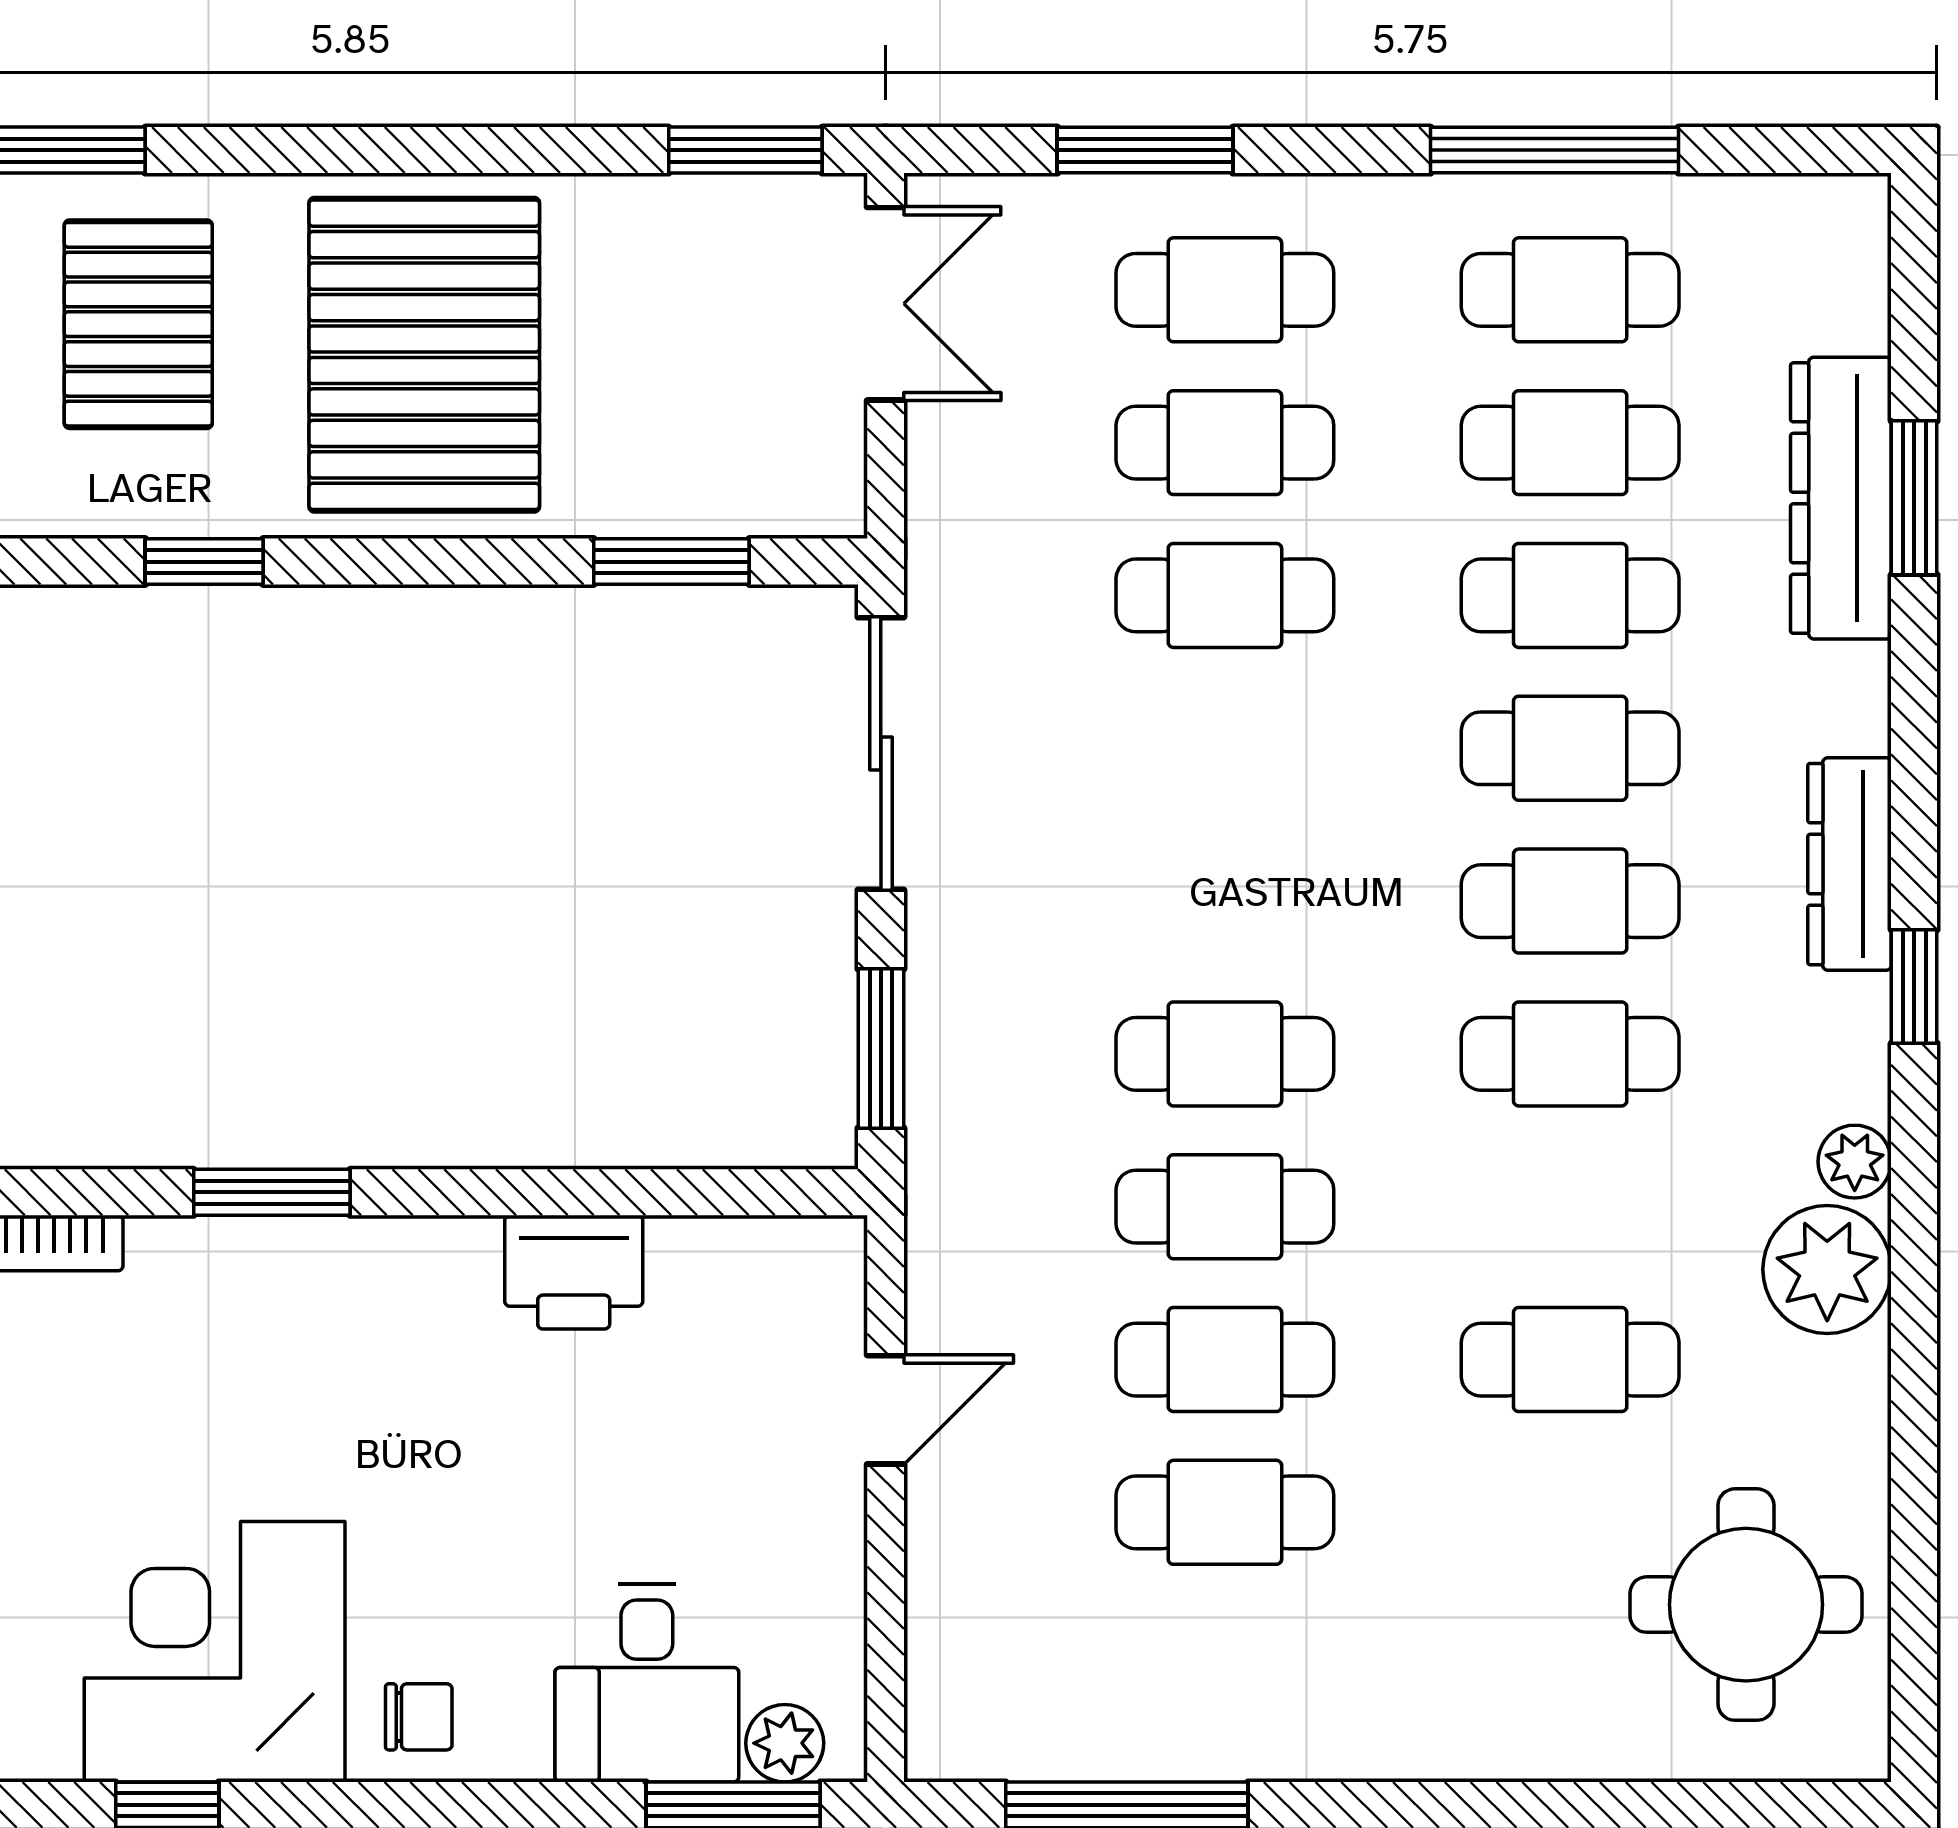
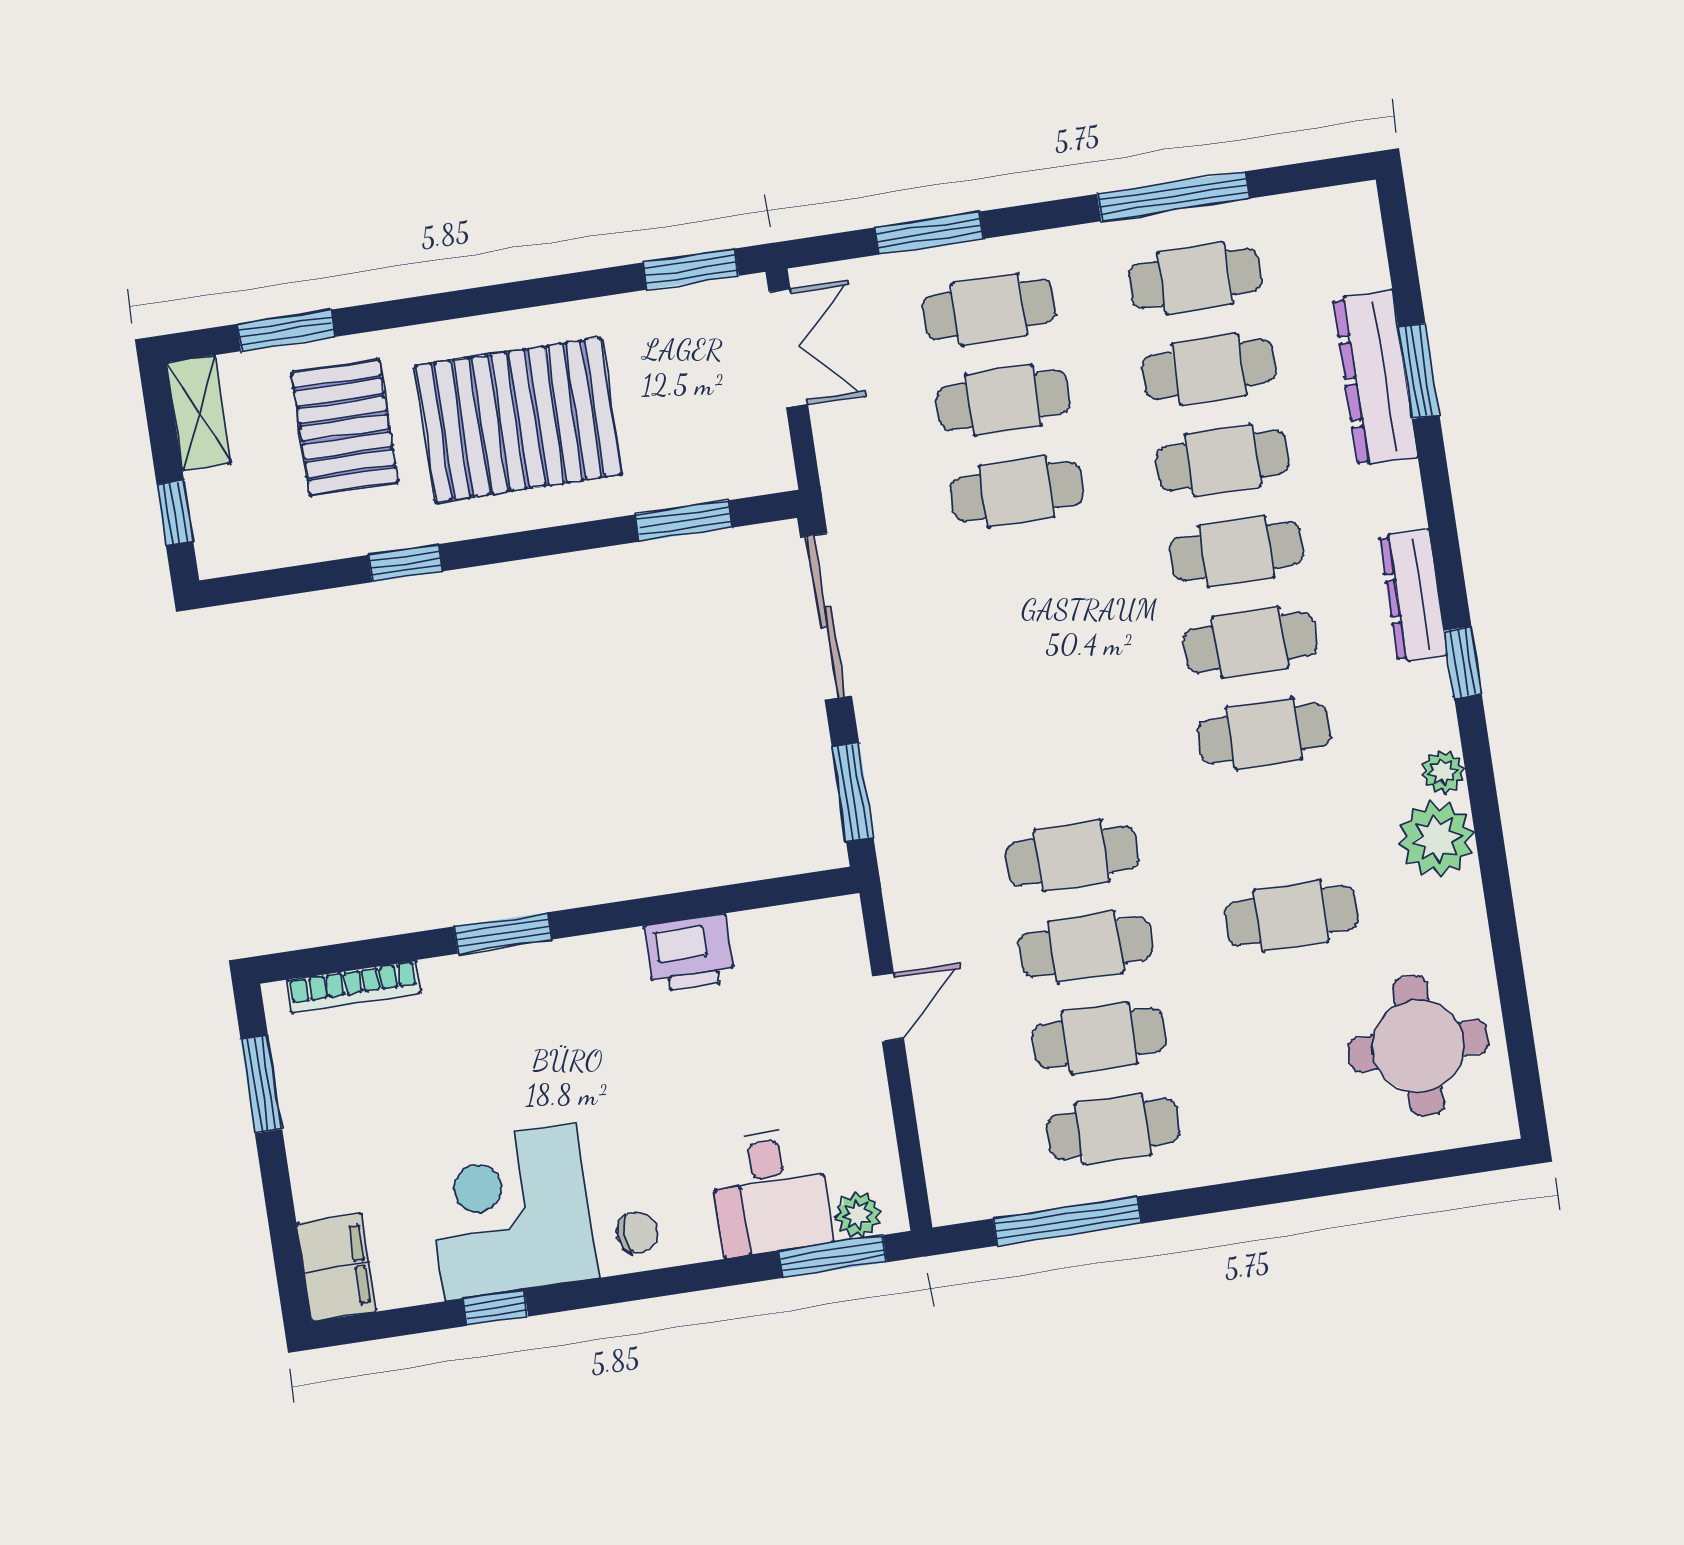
pallet: (424, 355) -> (518, 420), turned 90
cafe table: (1225, 1054) -> (1113, 1129), moved

